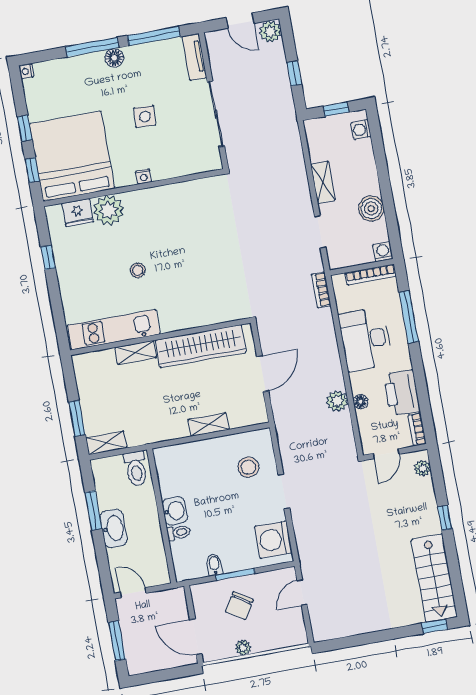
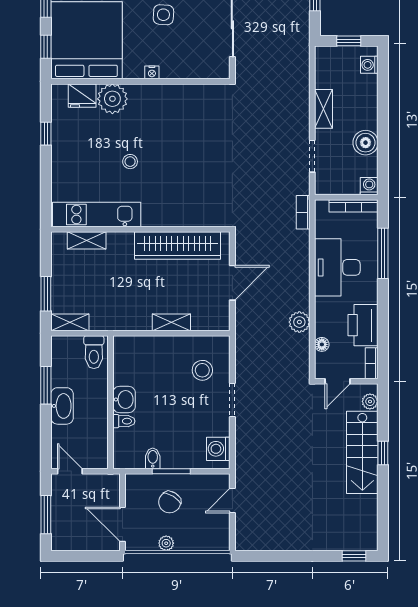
shelving: (136, 352) -> (87, 240), moved
floor lamp: (361, 402) -> (322, 344), moved
washing machine: (273, 540) -> (218, 449), width x0.73, depth x0.73
stairs: (434, 578) -> (362, 452), moved

